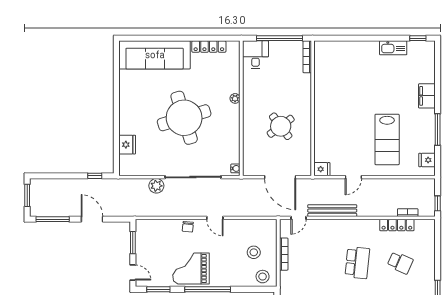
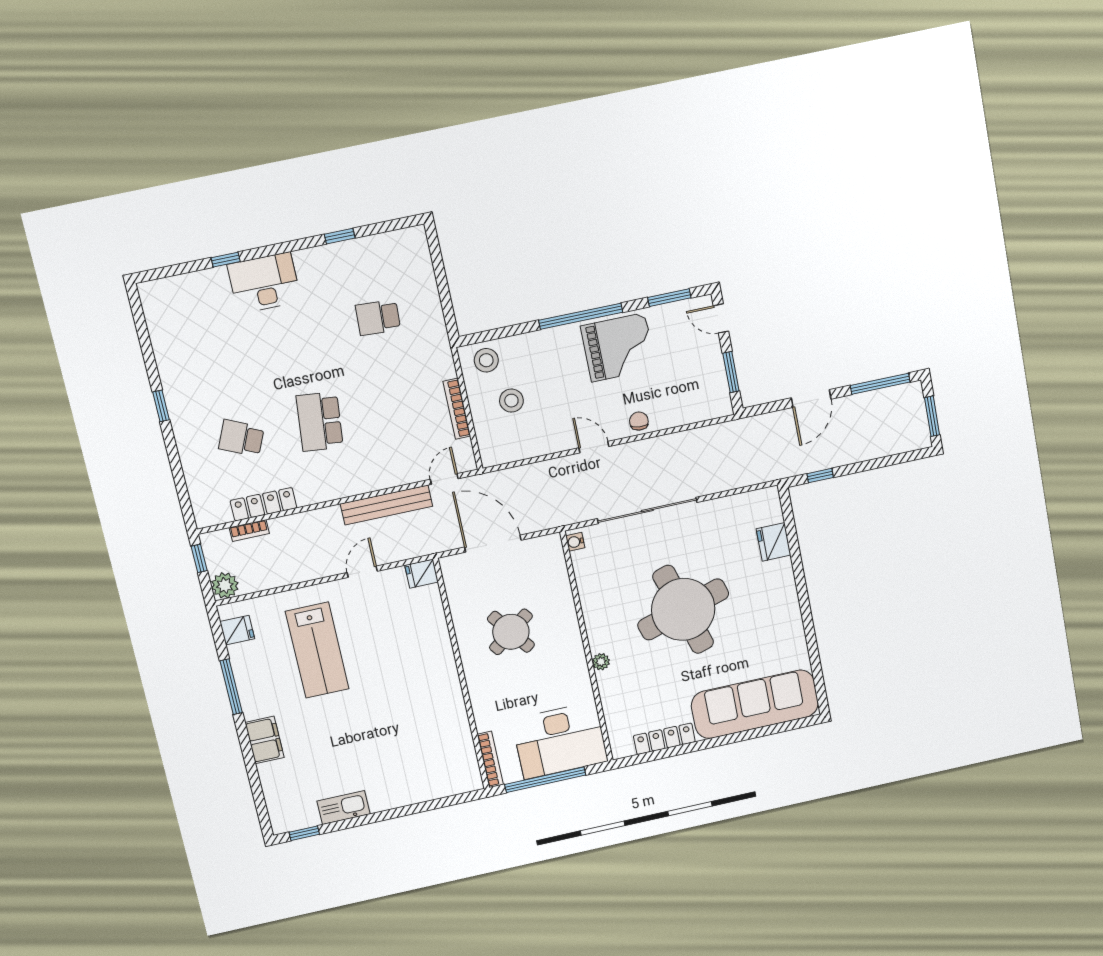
desk: (255, 55) -> (560, 740), width x1.87, depth x1.30
lab bench: (387, 139) -> (317, 650), turned 180
plant: (156, 186) -> (225, 585), moved
door: (92, 219) -> (811, 398), hinge flipped

